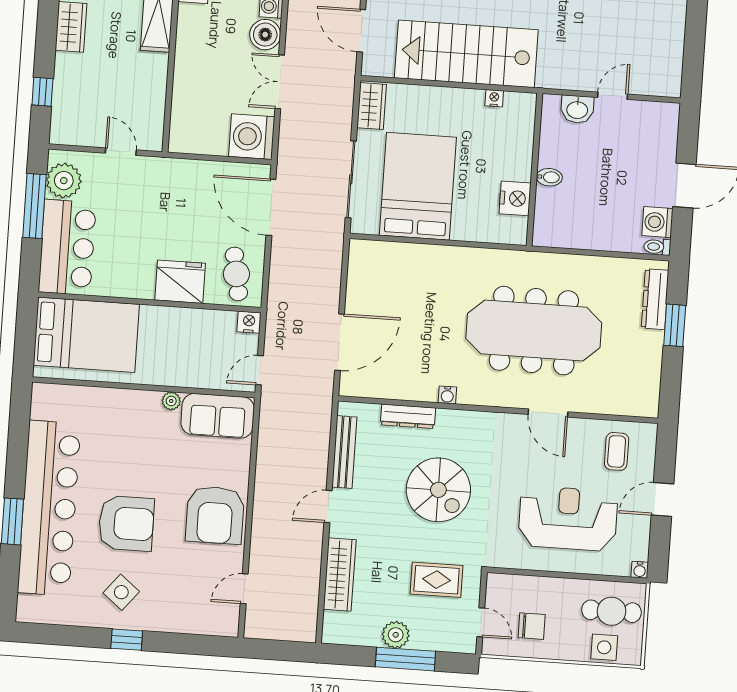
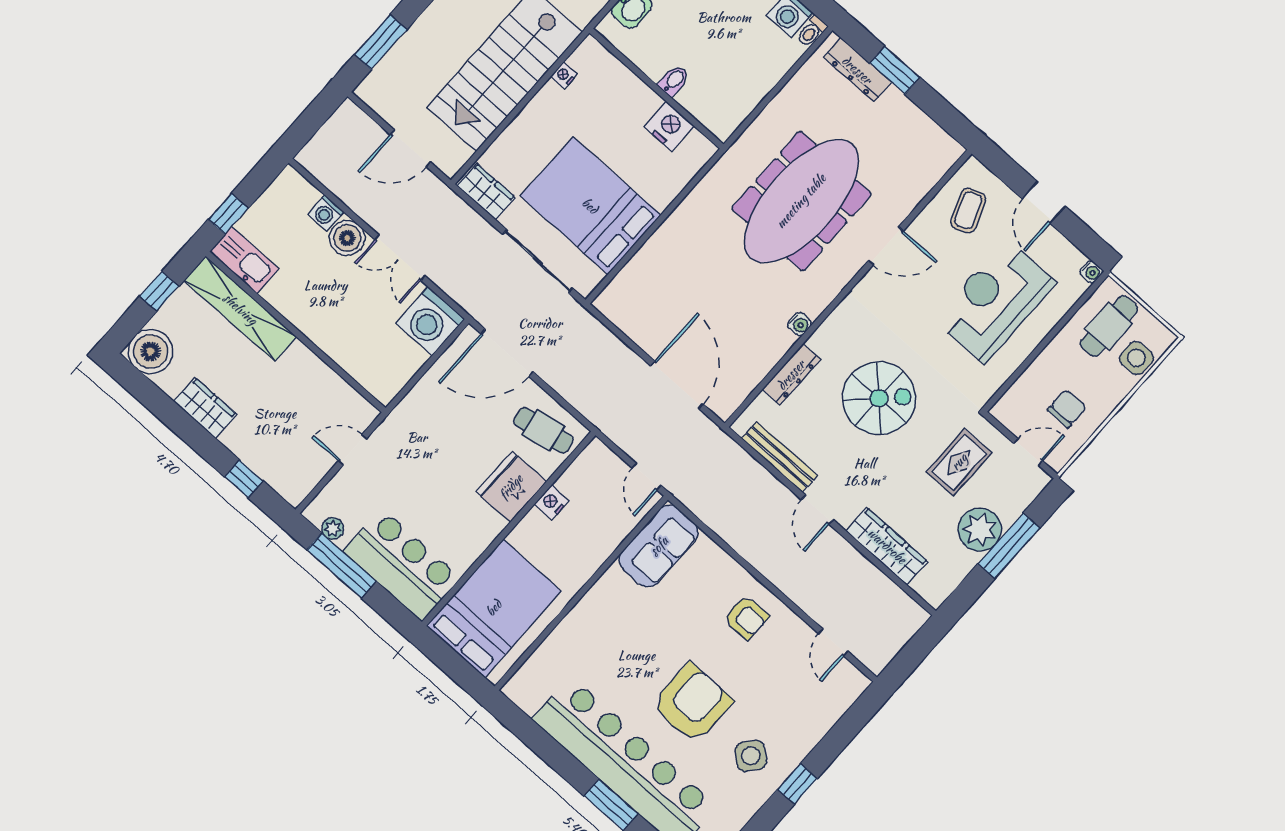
plant: (64, 181) -> (333, 528), width x0.53, depth x0.53
nightstand: (249, 322) -> (552, 502), moved
plant: (171, 401) -> (613, 578), removed
coffee table: (617, 451) -> (968, 211), turned 69
armchair: (215, 515) -> (746, 618), width x0.53, depth x0.53
plant: (396, 635) -> (980, 530), width x1.36, depth x1.36

